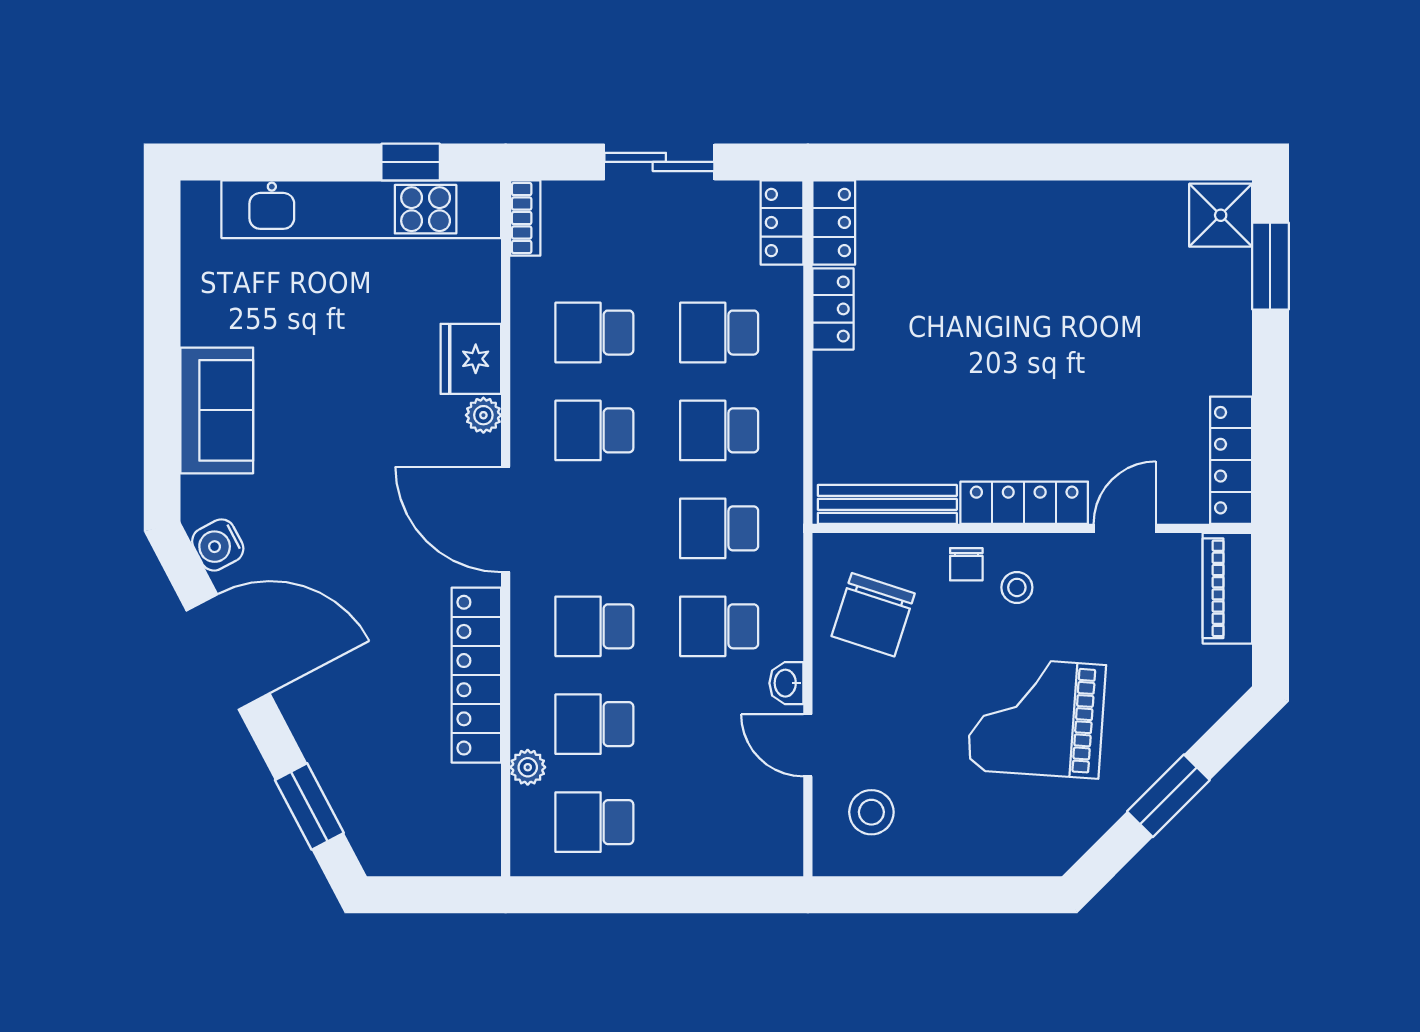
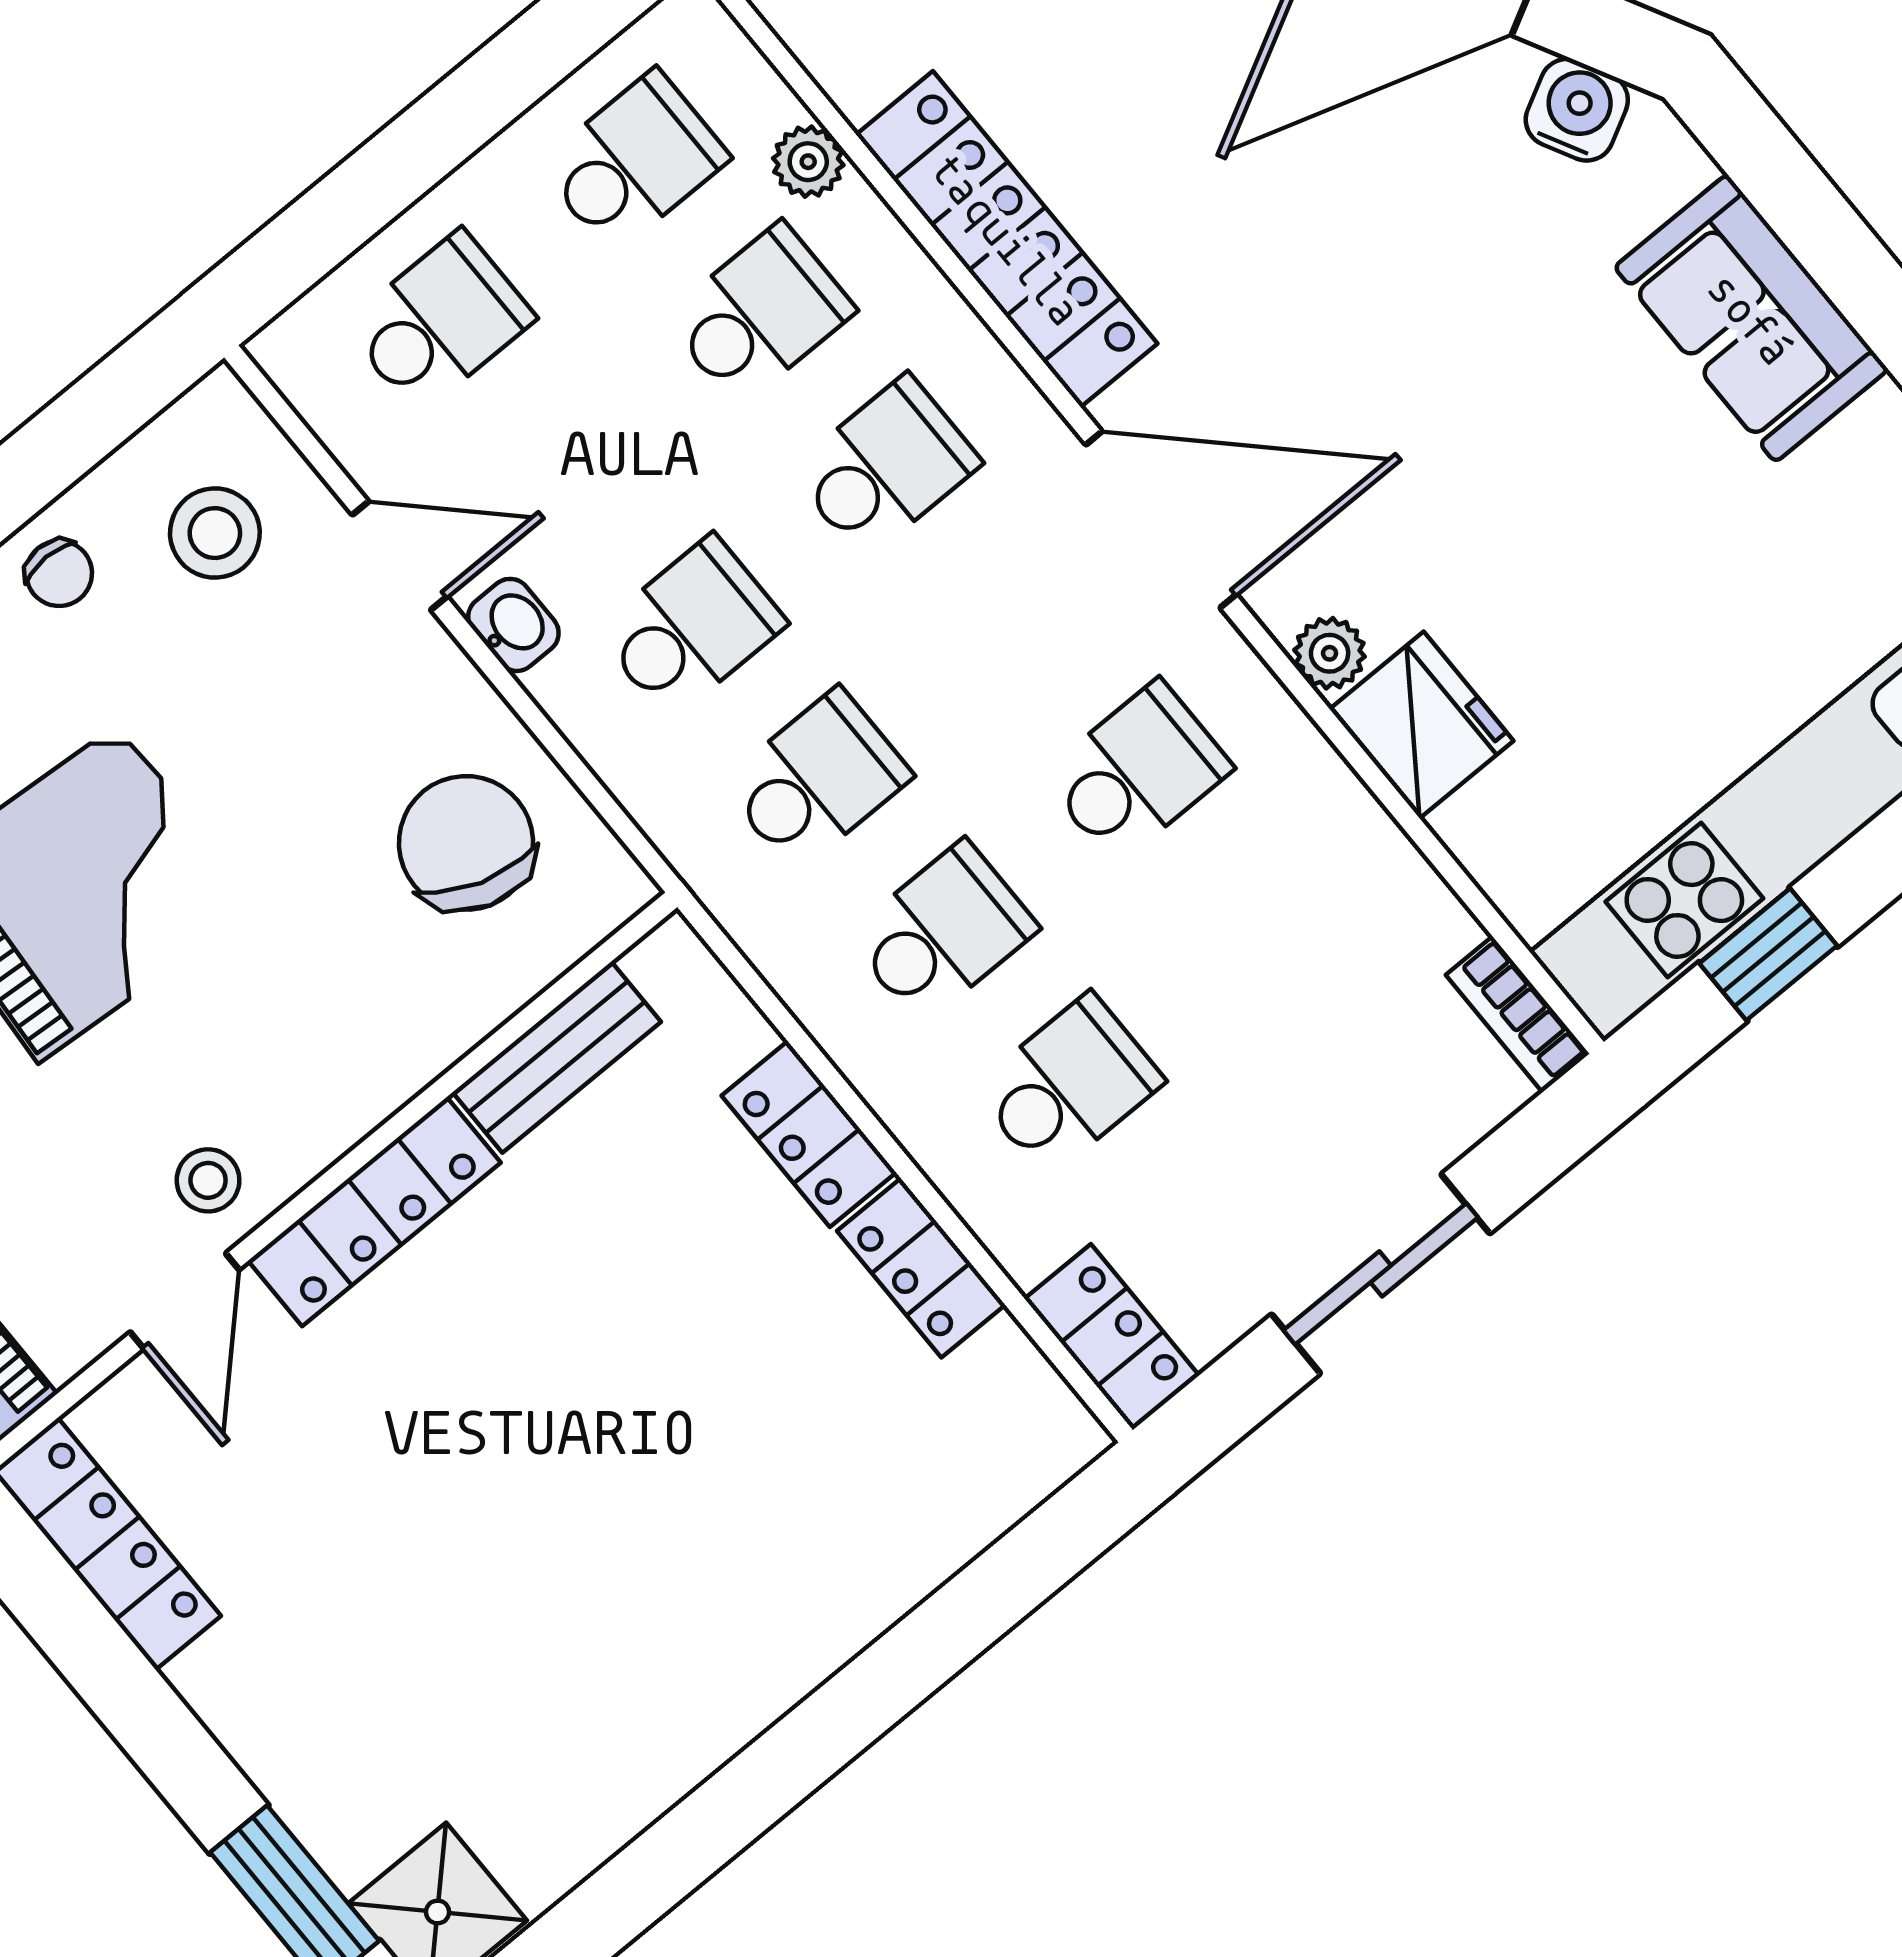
locker: (834, 222) -> (809, 1134), moved
school desk: (594, 333) -> (439, 322), moved
bench: (887, 504) -> (557, 1057), width x0.73
chair: (966, 564) -> (59, 573), moved, turned 180
stool: (1017, 587) -> (208, 1180), moved

